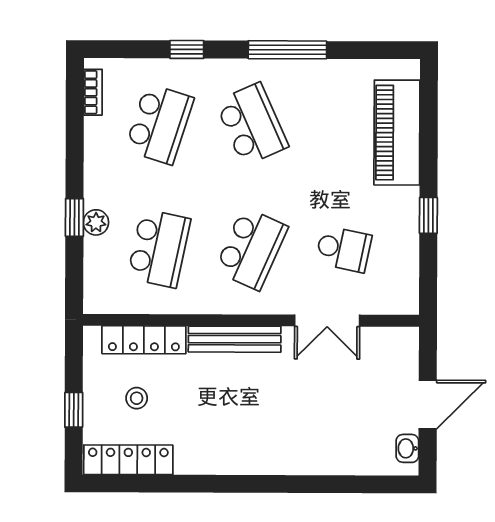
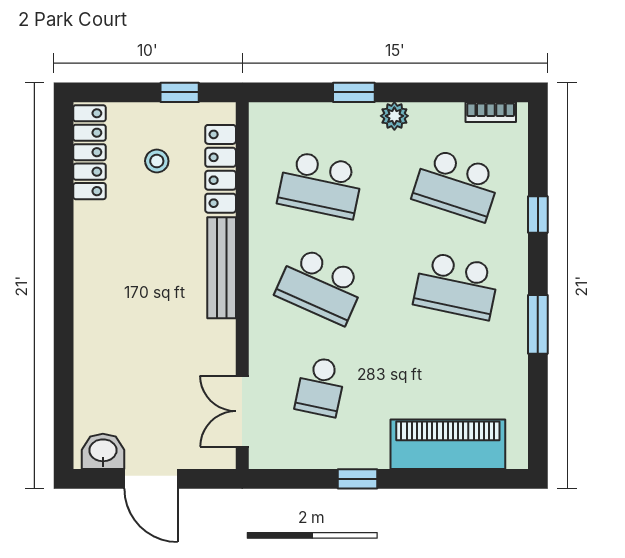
window: (287, 50) -> (538, 324), width x0.69
school desk: (252, 124) -> (456, 286), turned 36
plant: (96, 222) -> (394, 116), moved
double door: (327, 321) -> (242, 411), moved
window: (74, 410) -> (180, 92), moved
washbasin: (407, 448) -> (103, 451), width x1.38, depth x1.45

